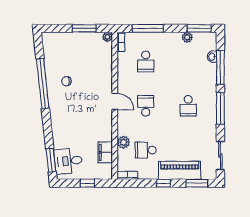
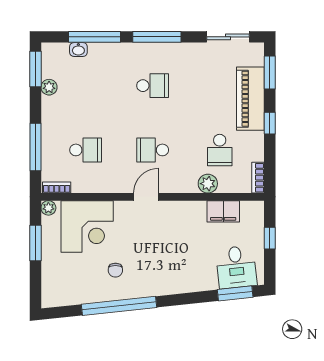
corner desk: (95, 63) -> (87, 227), added

